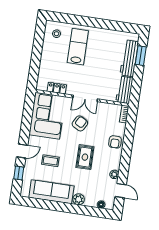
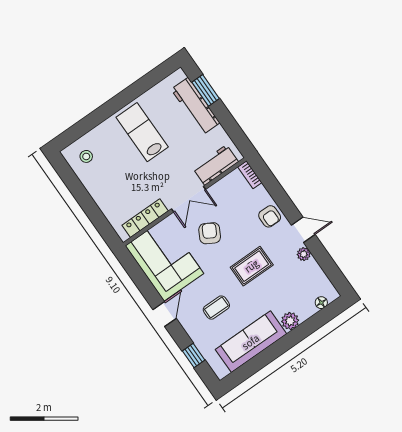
lab bench: (78, 47) -> (142, 132), moved
locker: (57, 88) -> (145, 218), width x1.53
workbench: (124, 90) -> (216, 165), moved, turned 90
door: (22, 151) -> (165, 314), moved
rug: (85, 157) -> (252, 266), turned 90
door: (121, 191) -> (303, 230), moved

